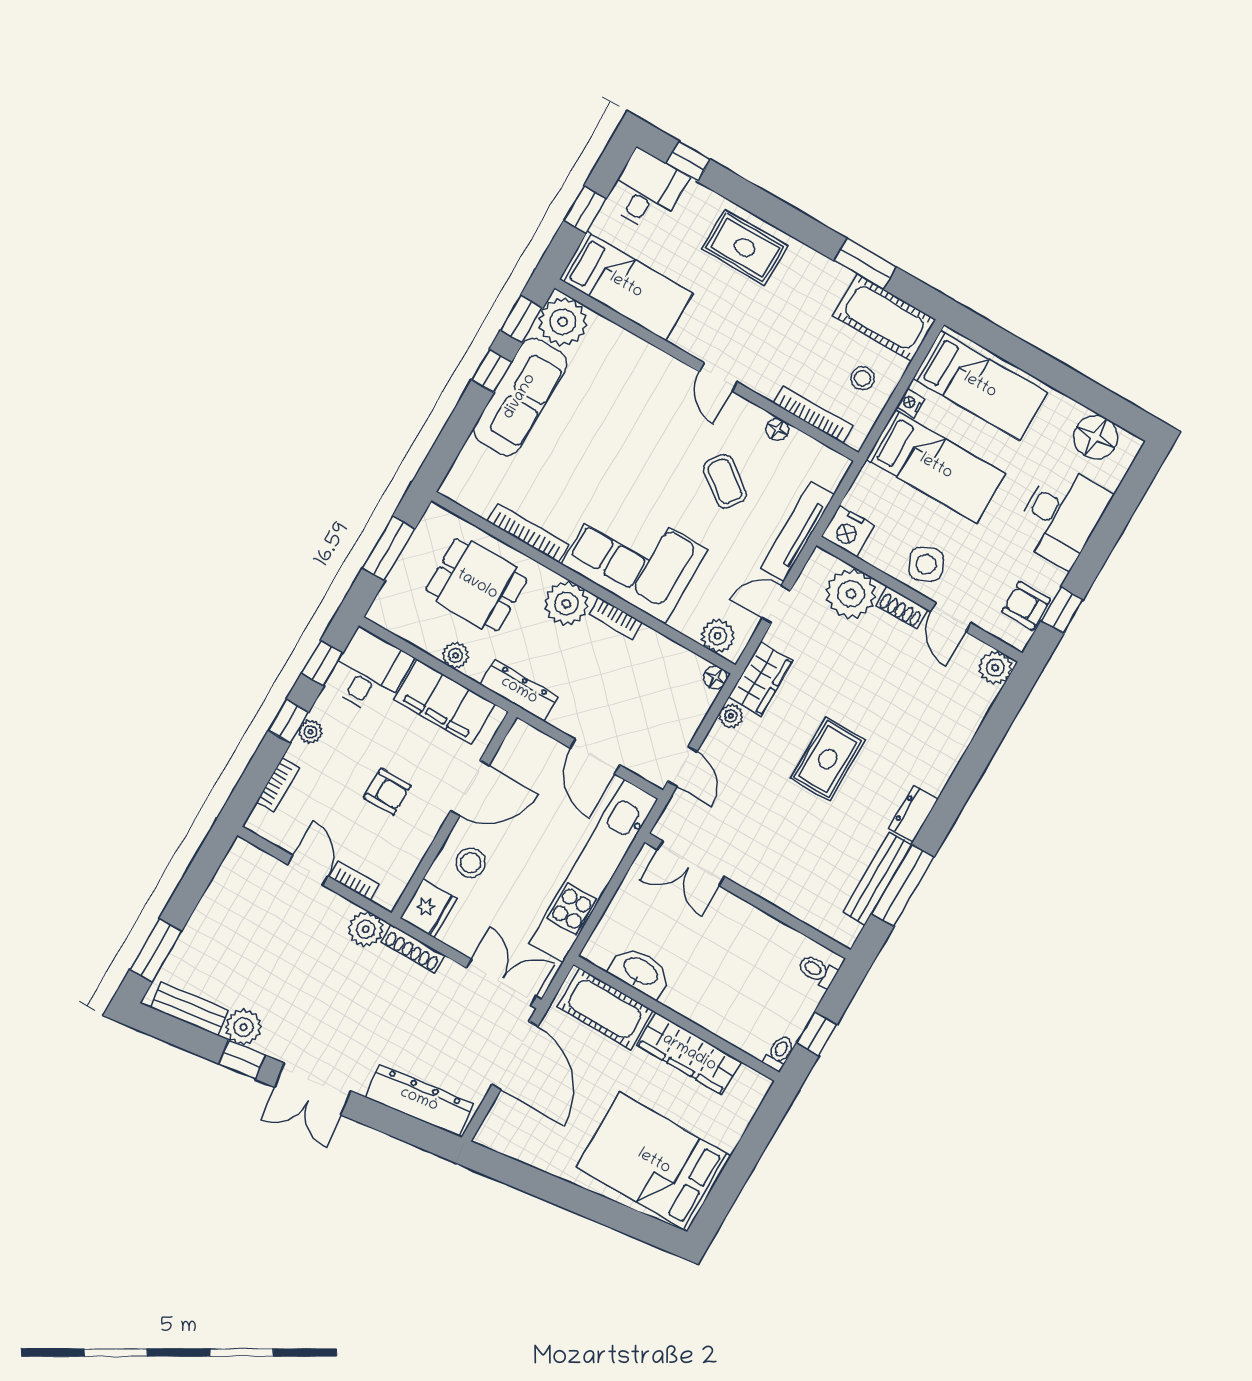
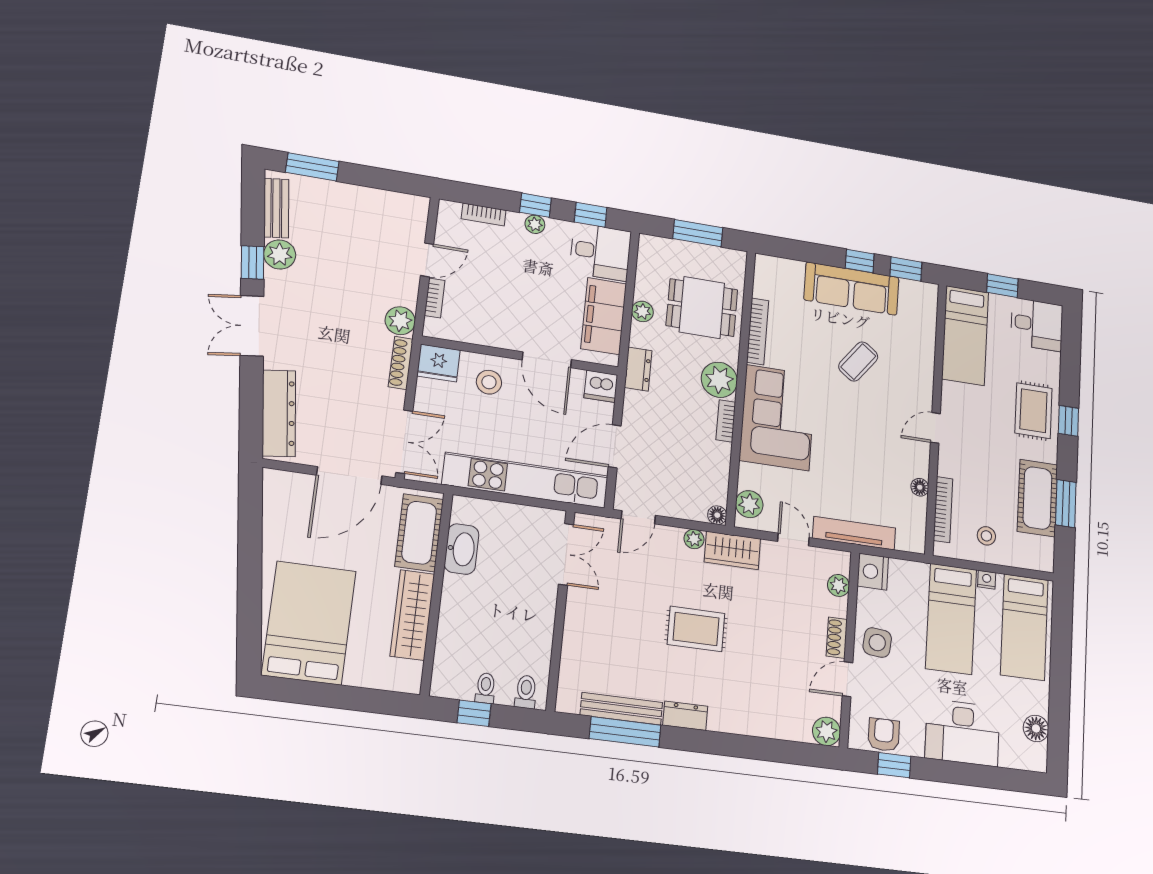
window: (688, 161) -> (1068, 421), moved
cot: (884, 318) -> (1037, 498), moved
plant: (563, 322) -> (918, 299), removed
floor lamp: (1096, 437) -> (1036, 728), width x0.73, depth x0.73
coffee table: (725, 481) -> (858, 362), moved
side table: (926, 564) -> (877, 643), turned 30
dining table: (477, 585) -> (702, 308), turned 90
plant: (851, 594) -> (838, 585), width x0.53, depth x0.53
dresser: (519, 691) -> (638, 369), width x0.70
dishwasher: (522, 741) -> (601, 386), added
armchair: (387, 792) -> (516, 298), removed
double door: (691, 863) -> (566, 554), swing flipped
toilet: (779, 1053) -> (485, 688), moved, turned -90

